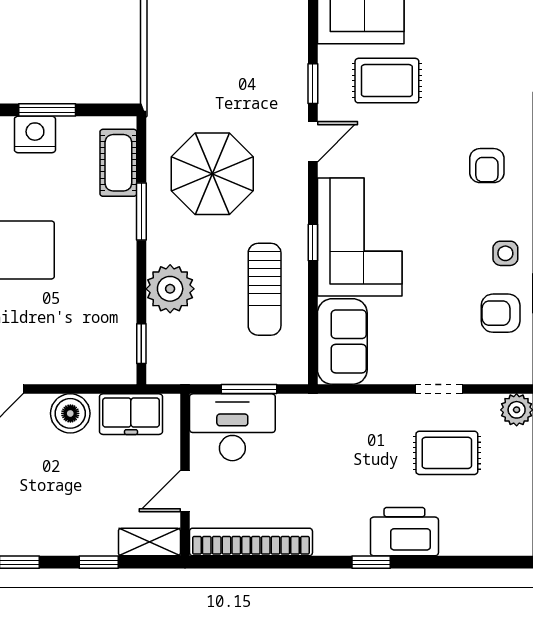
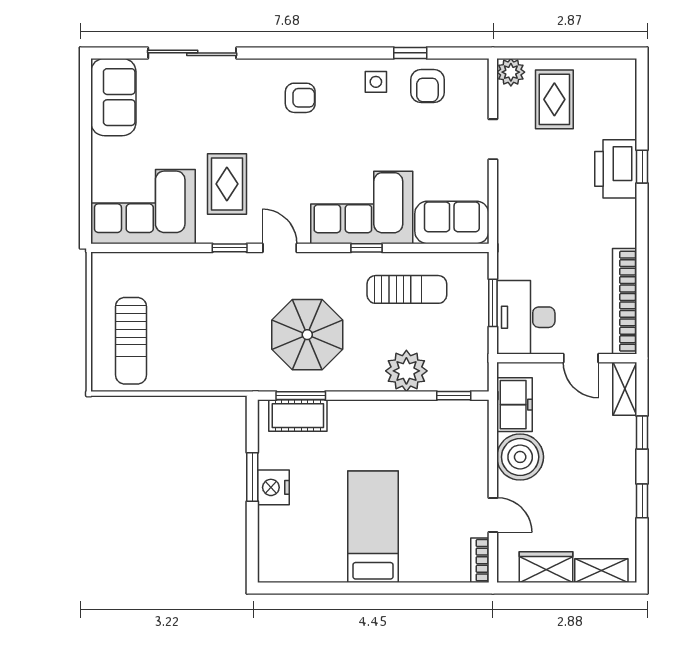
window: (141, 212) -> (301, 396), moved
boiler: (70, 413) -> (520, 457), width x1.37, depth x1.37
rug: (447, 453) -> (554, 99), moved
window: (371, 562) -> (642, 167), moved

